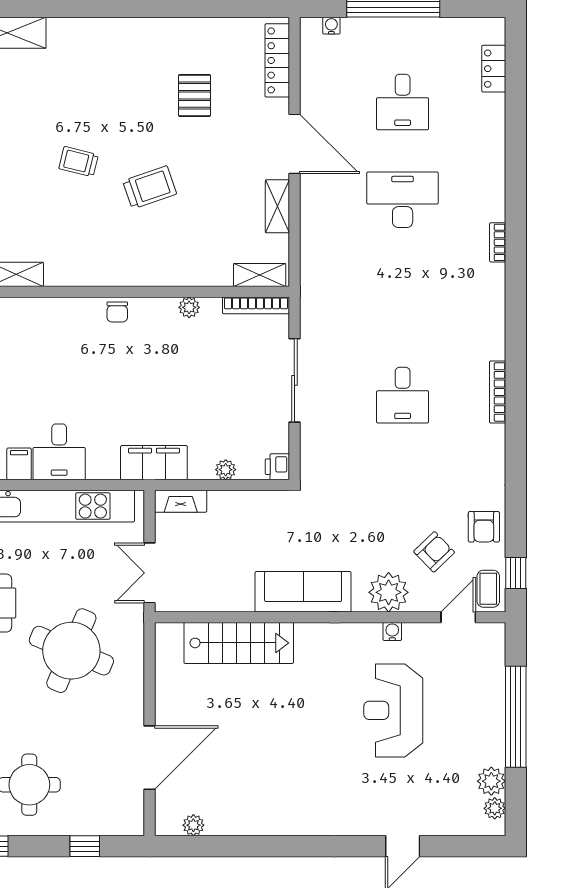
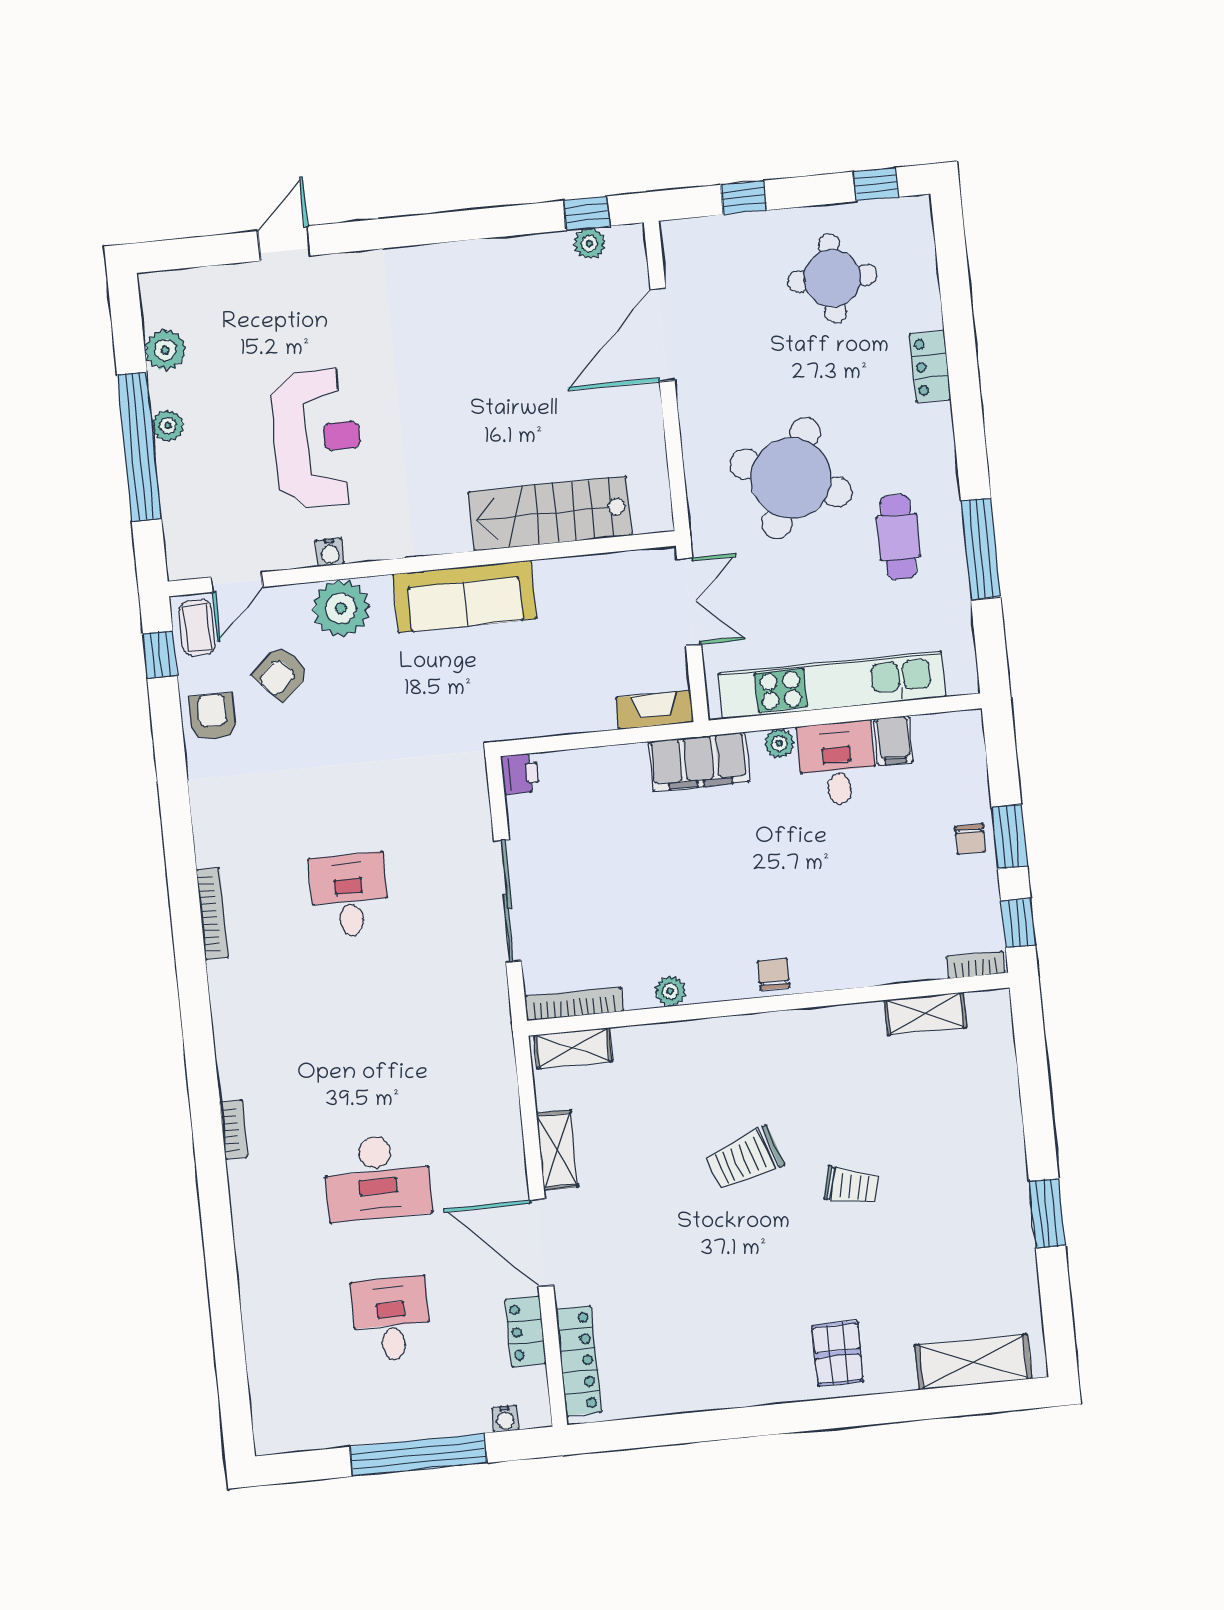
locker: (494, 69) -> (526, 1332), moved, turned 180
pallet: (194, 95) -> (838, 1354), moved
plant: (226, 470) -> (779, 743), moved
plant: (495, 808) -> (168, 426), moved
window: (193, 846) -> (587, 213), added

